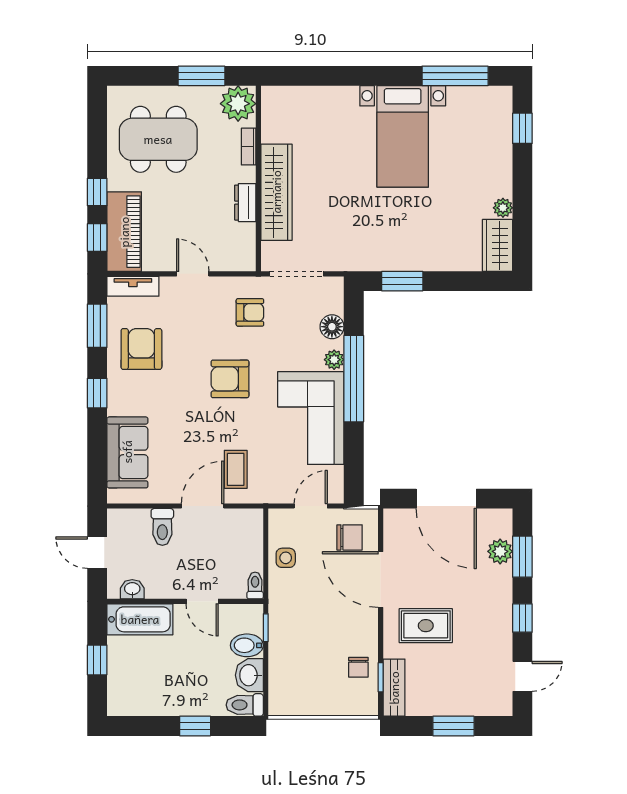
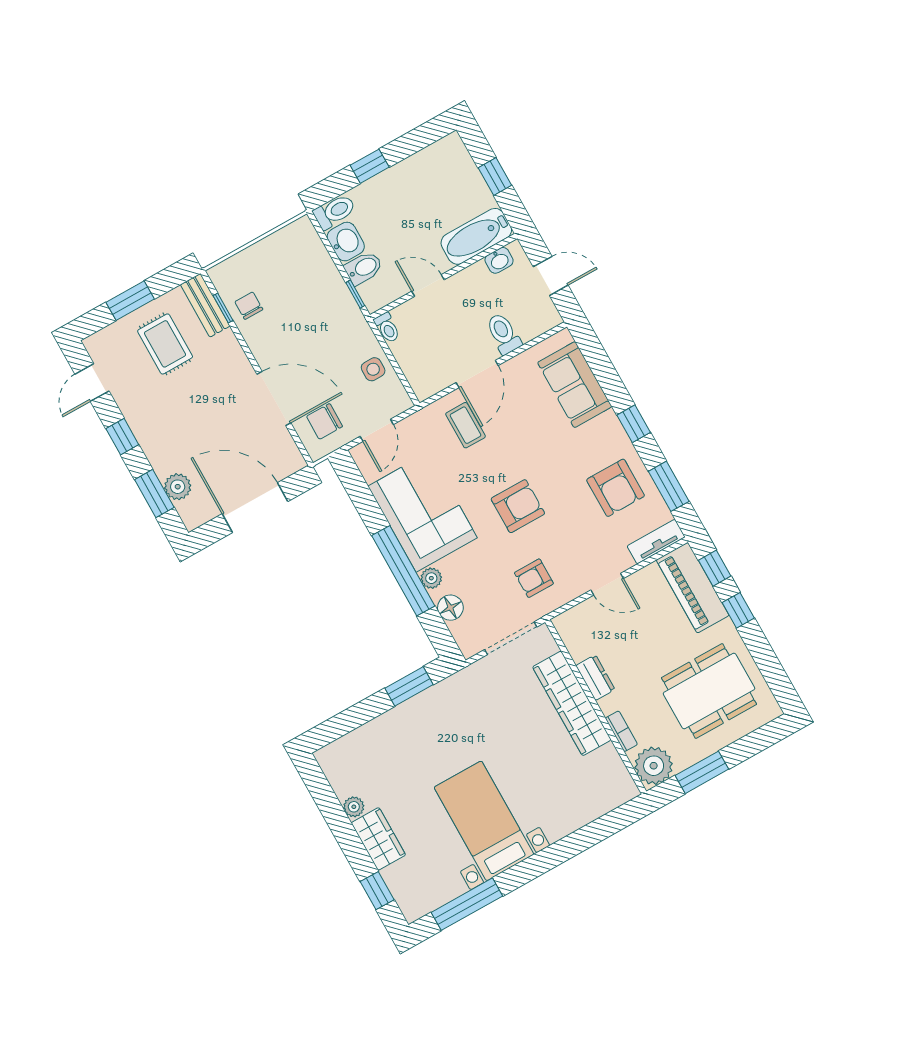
wardrobe: (498, 245) -> (378, 839), moved
rug: (426, 626) -> (165, 344), moved, turned 90

